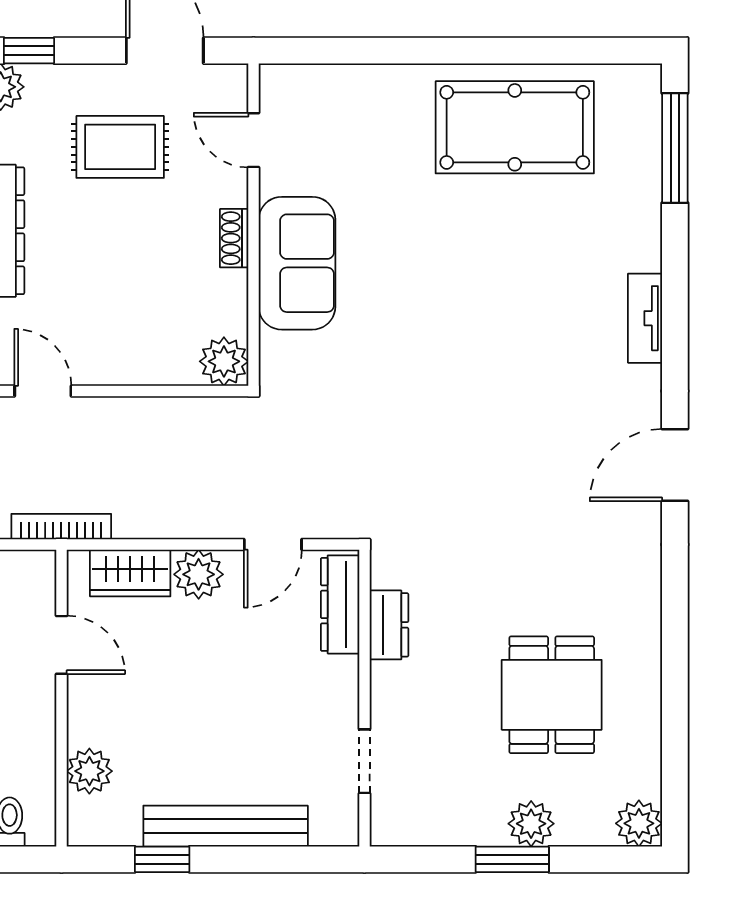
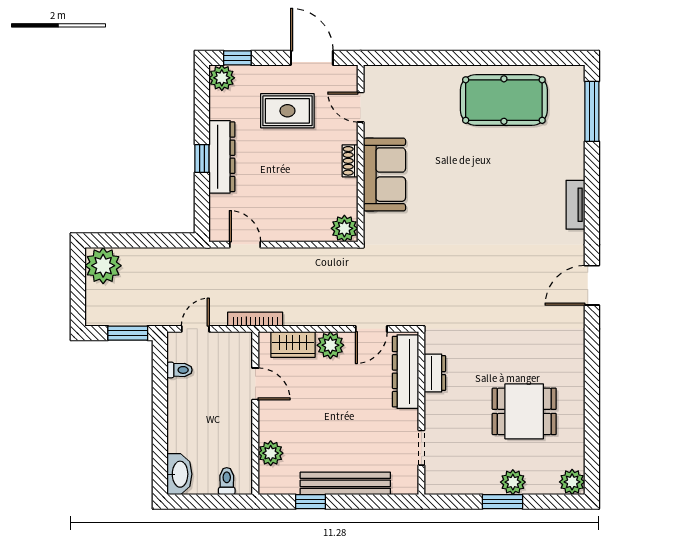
dresser: (340, 604) -> (406, 372), width x1.37, depth x1.24
dining table: (552, 695) -> (524, 411), turned 90

